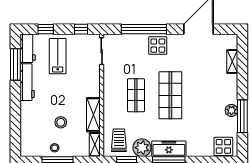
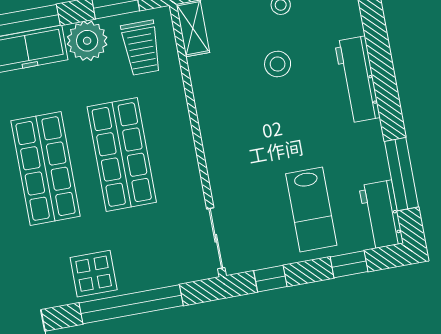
workbench: (27, 82) -> (357, 80), moved
shop shelf: (136, 95) -> (122, 155), width x1.43, depth x1.36
shelving: (93, 115) -> (208, 94), removed

